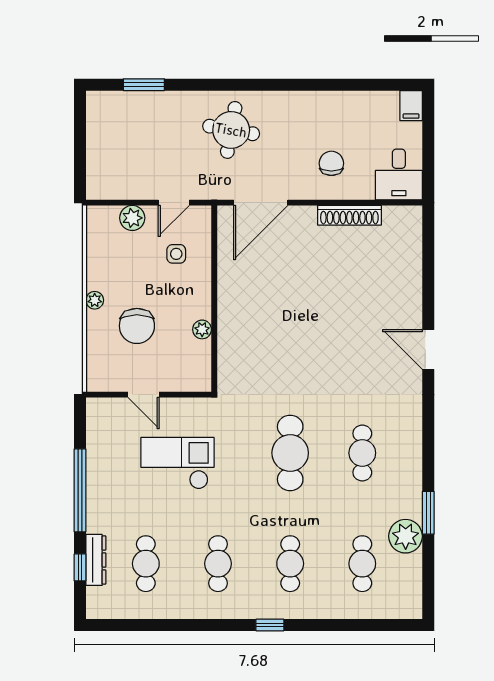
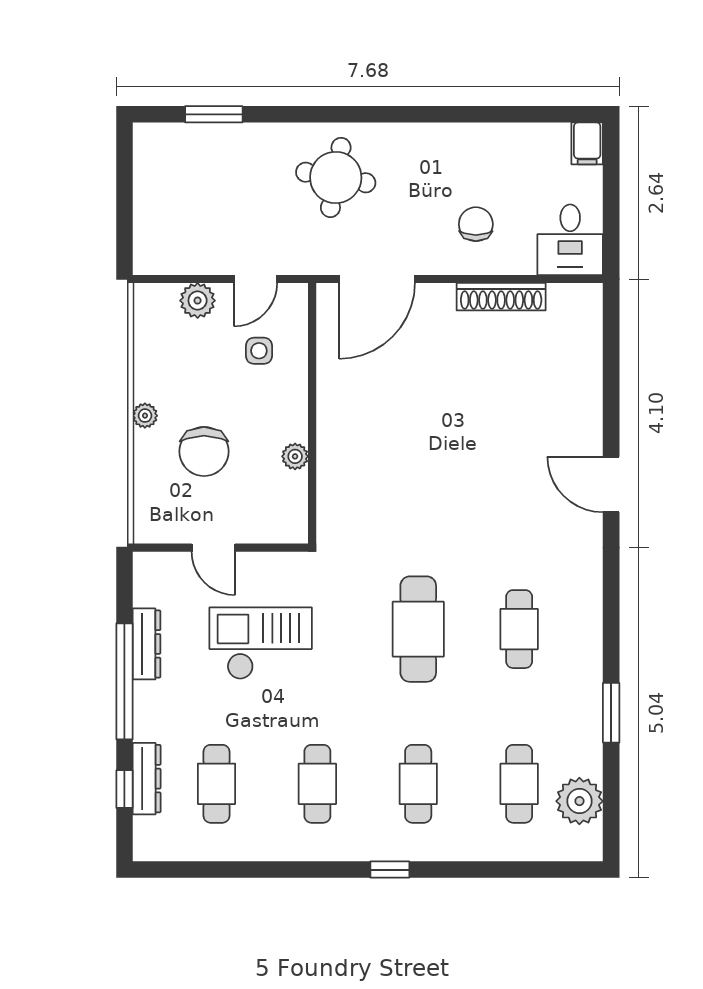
dresser: (96, 464) -> (147, 644), added
plant: (406, 536) -> (579, 801), moved

